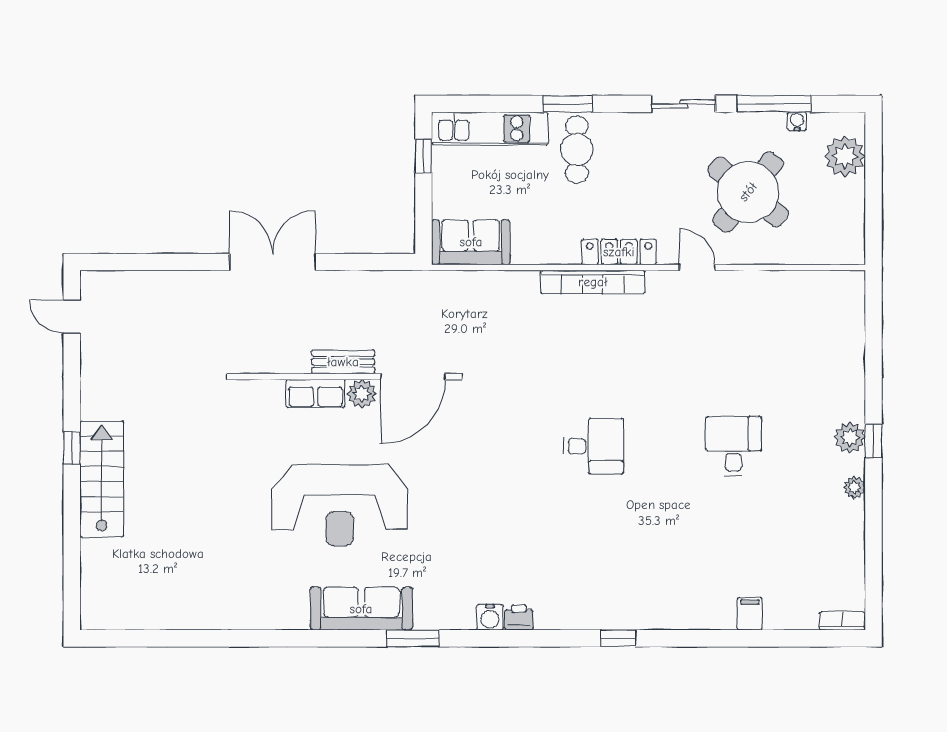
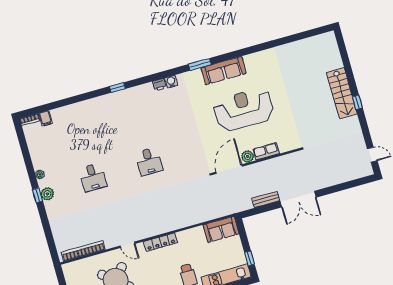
bookcase: (593, 282) -> (83, 251), moved
bench: (343, 362) -> (266, 199), moved
desk: (593, 446) -> (149, 162), turned -90
filing cabinet: (750, 614) -> (46, 118), moved

